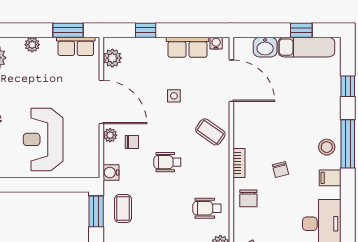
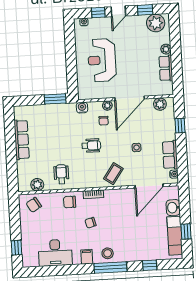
window: (68, 30) -> (177, 73), removed
row of seats: (76, 46) -> (166, 68), moved
reception desk: (43, 139) -> (102, 60), turned -90
wheelchair: (167, 162) -> (91, 146), turned 90
coffee table: (123, 209) -> (58, 117), removed

